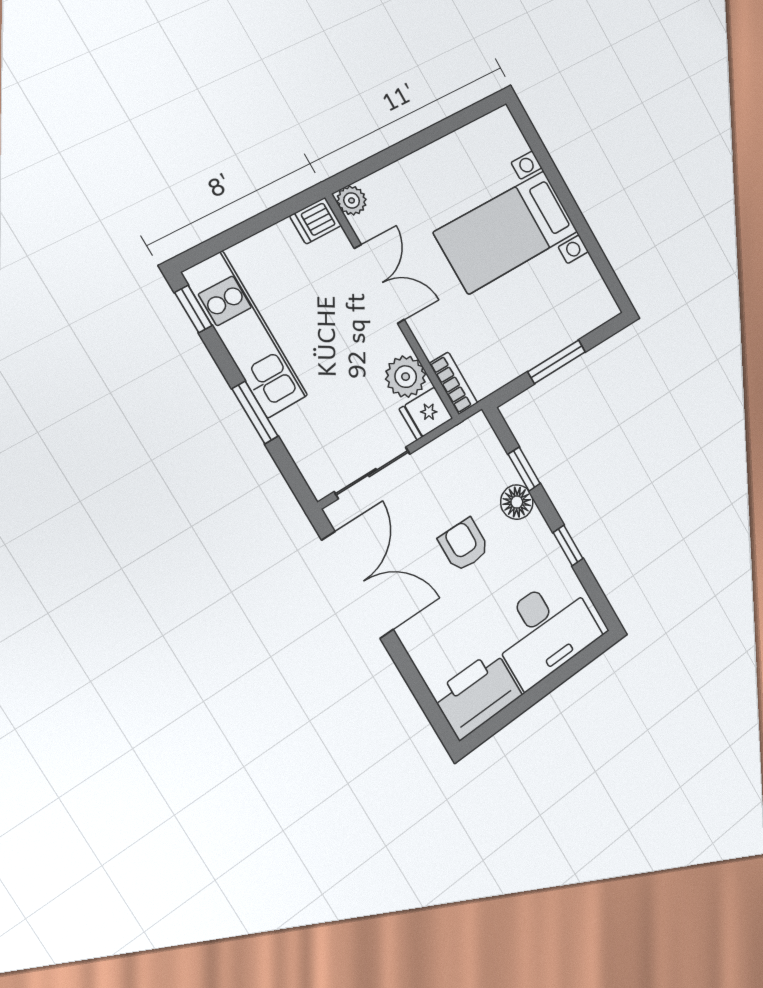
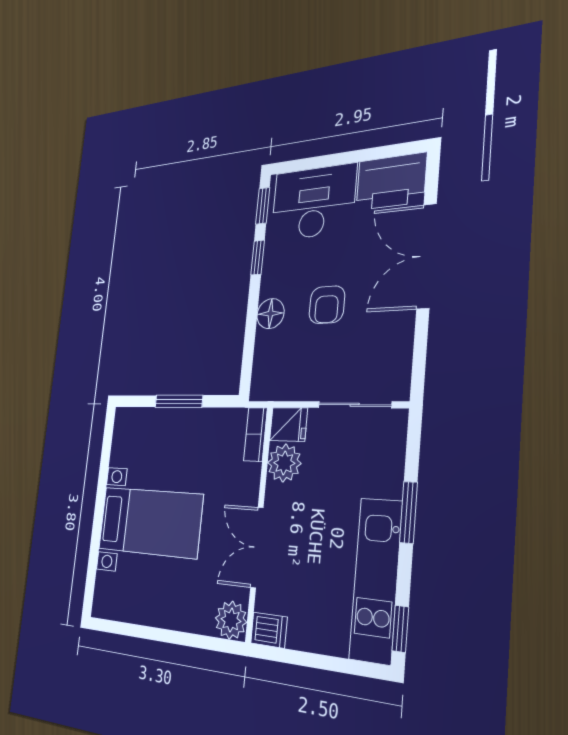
plant: (352, 200) -> (231, 620), width x1.38, depth x1.38
window: (524, 469) -> (263, 206), moved
double door: (358, 585) -> (427, 256), moved

